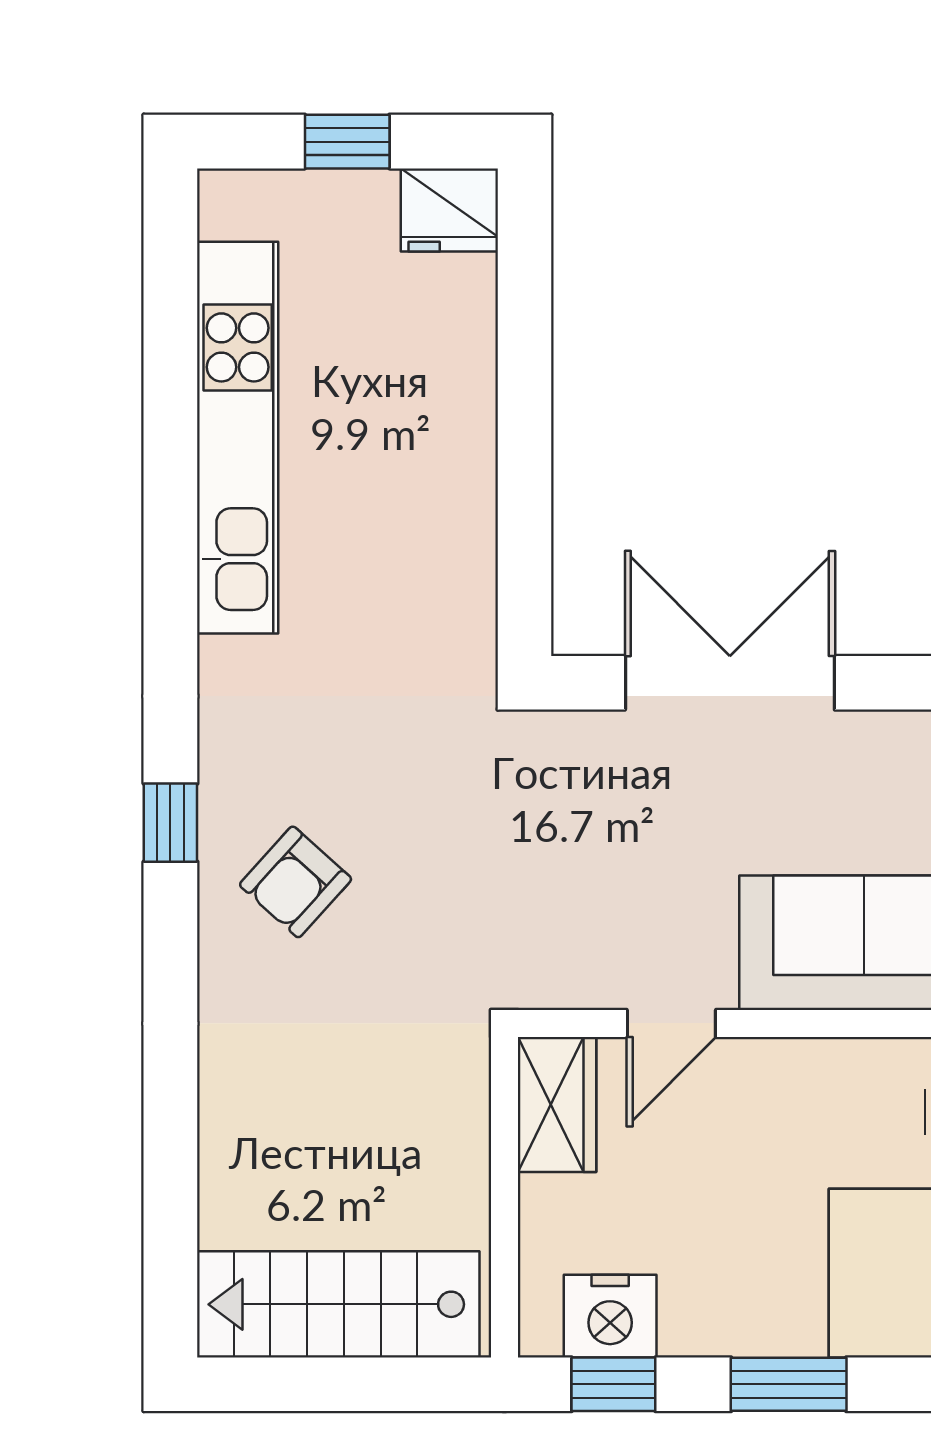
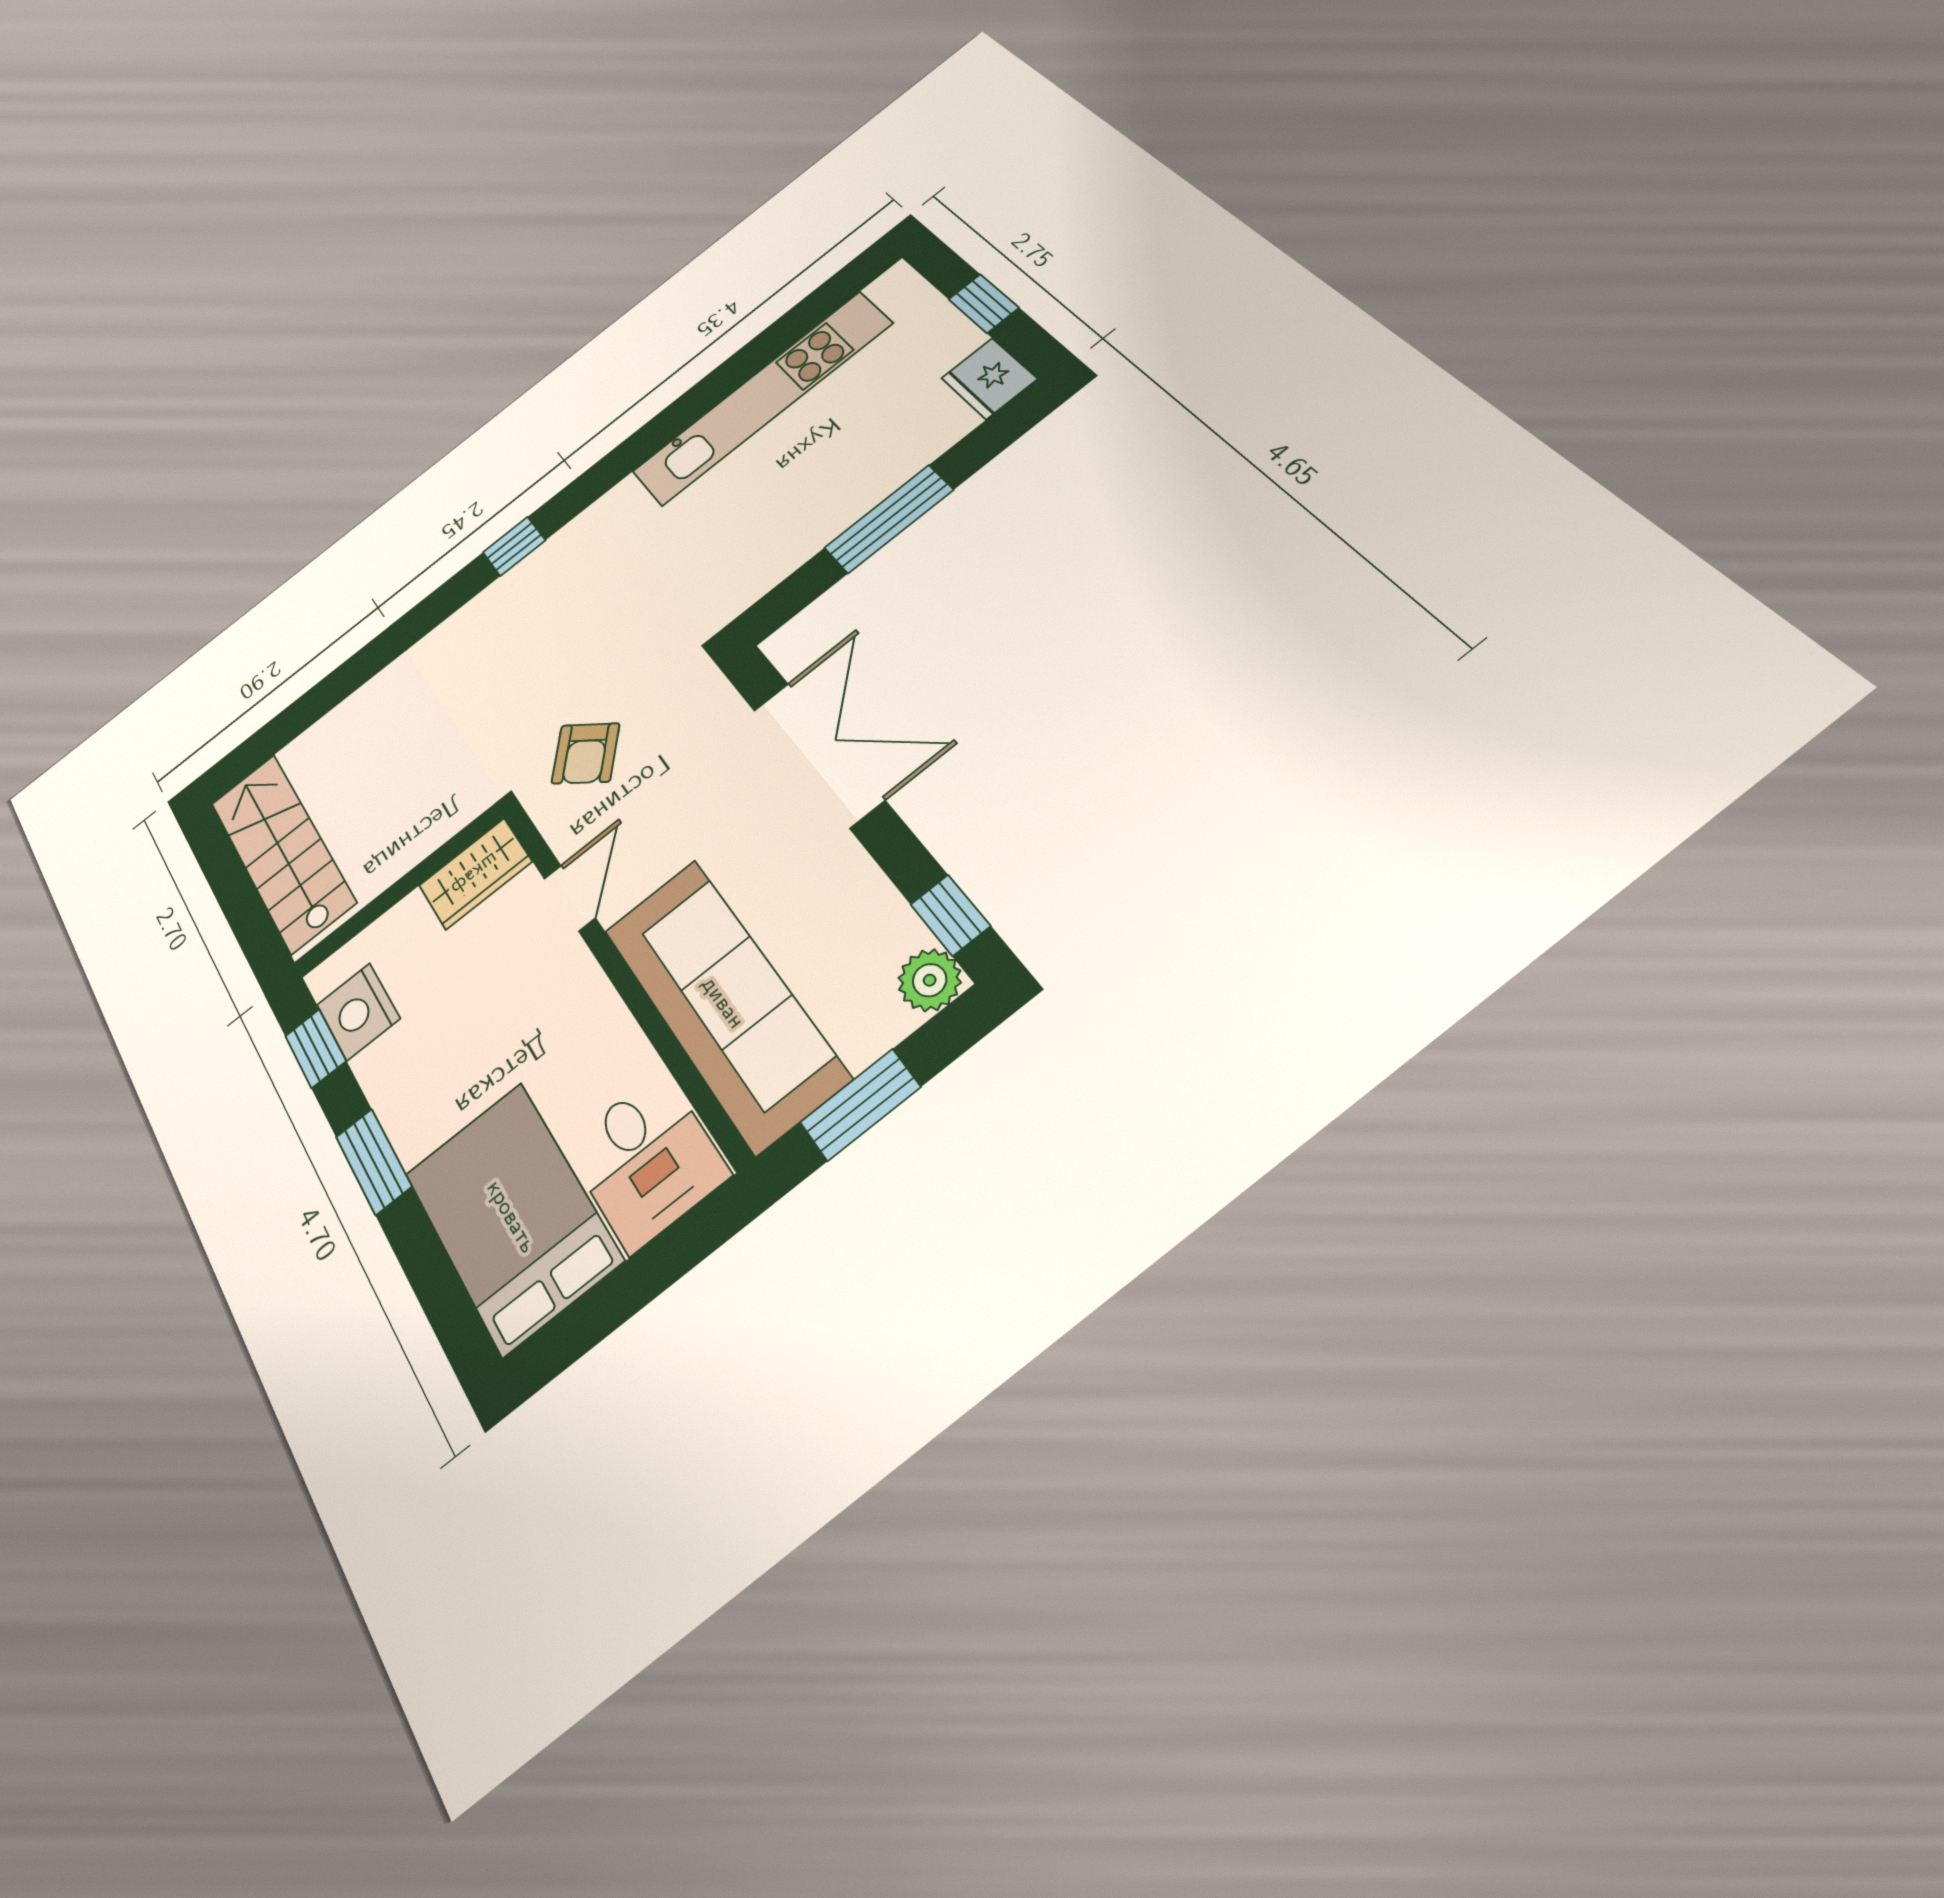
window: (525, 428) -> (889, 519), added
armchair: (296, 882) -> (586, 753), moved, turned -91
door: (671, 1023) -> (570, 898), swing flipped

